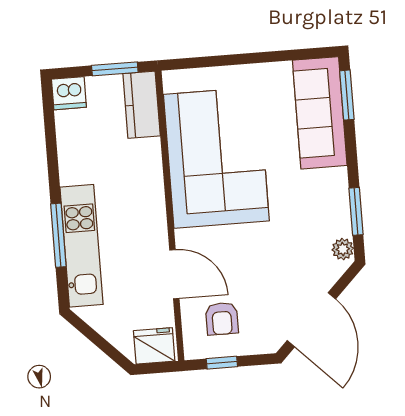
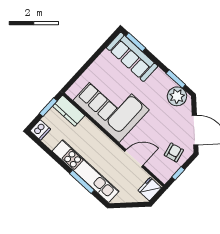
kitchen unit: (82, 246) -> (86, 171), width x1.36
plant: (343, 249) -> (177, 96), width x1.87, depth x1.87
armchair: (222, 319) -> (174, 152), moved, turned -103

